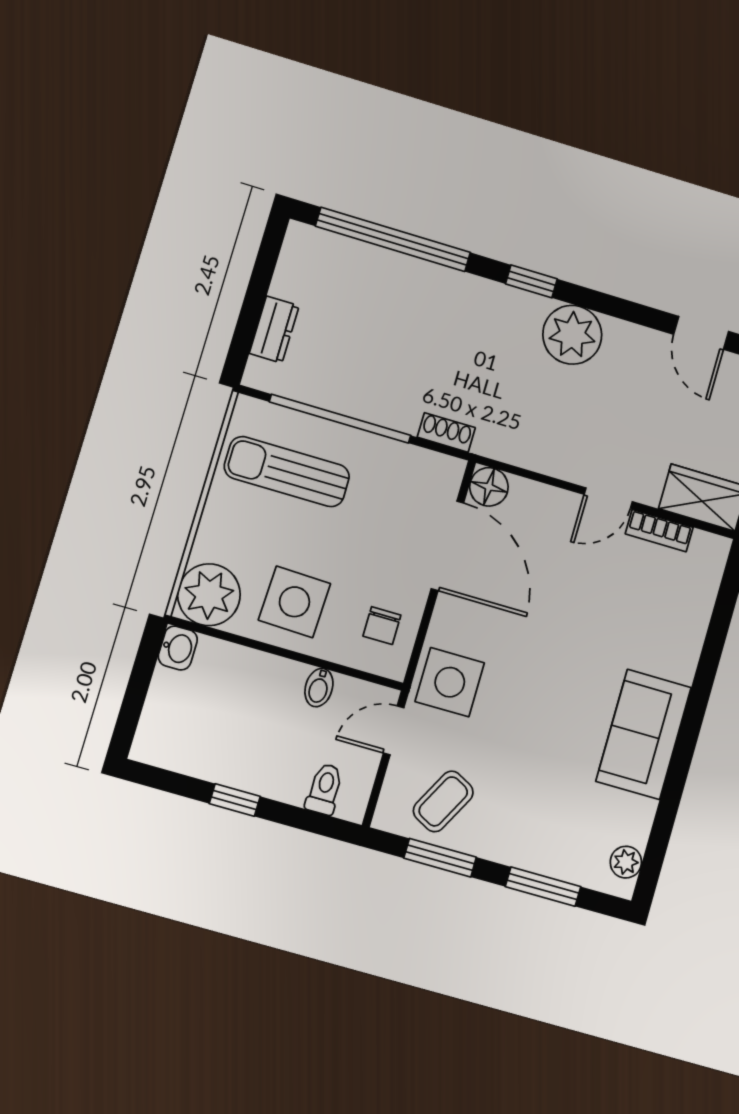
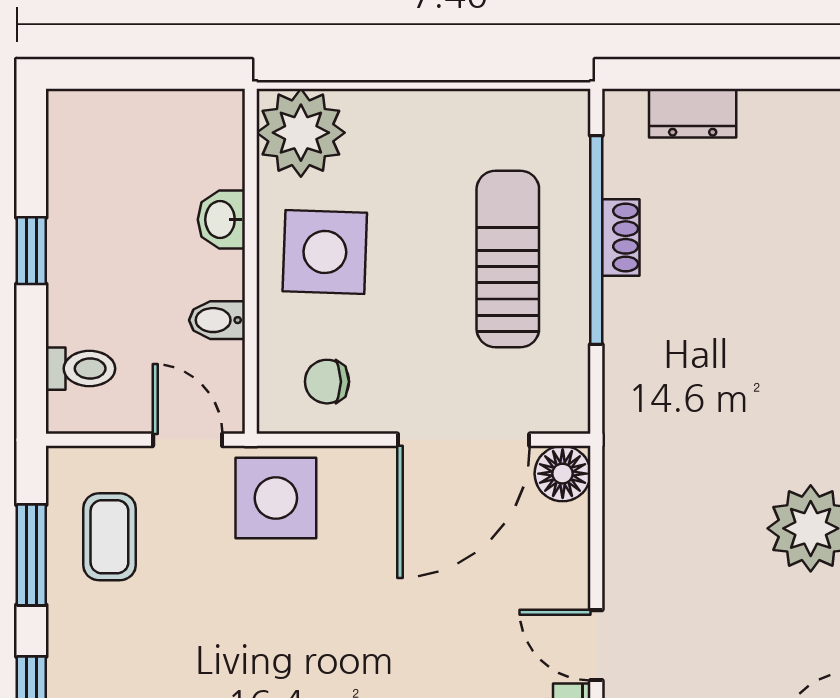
shoe rack: (446, 432) -> (621, 237), moved
sun lounger: (287, 472) -> (508, 259), moved
washbasin: (178, 648) -> (221, 220), moved, turned 90
coffee table: (443, 801) -> (109, 537), turned 62

